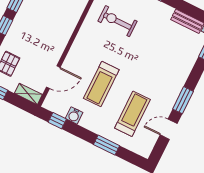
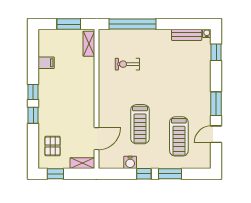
exercise bike: (117, 21) -> (127, 64), width x0.73, depth x0.72
treadmill: (132, 114) -> (179, 136), turned 180
window: (57, 121) -> (144, 174), moved

